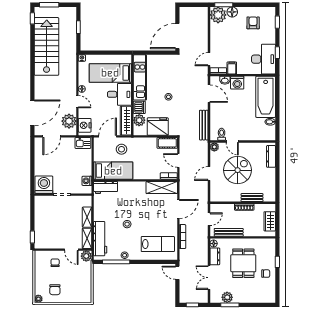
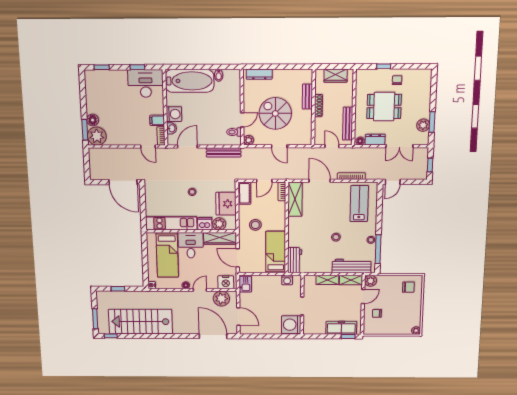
armchair: (253, 23) -> (104, 96), removed
stool: (121, 149) -> (255, 225), moved
freezer: (41, 231) -> (341, 328), added
chair: (55, 290) -> (408, 287), moved

